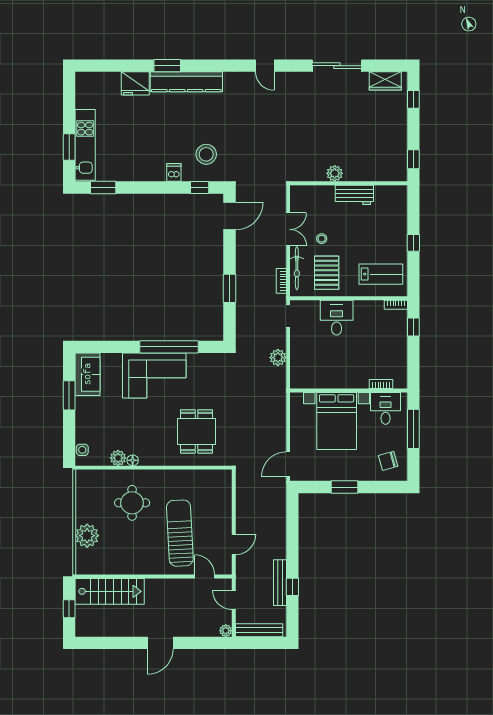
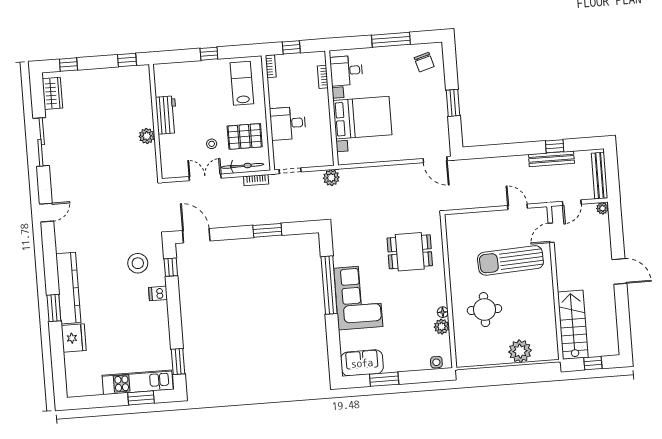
bookcase: (381, 384) -> (323, 77), moved
wall: (349, 391) -> (332, 108), moved
desk: (386, 408) -> (346, 71), moved
bed with nightstands: (337, 421) -> (362, 118), moved

